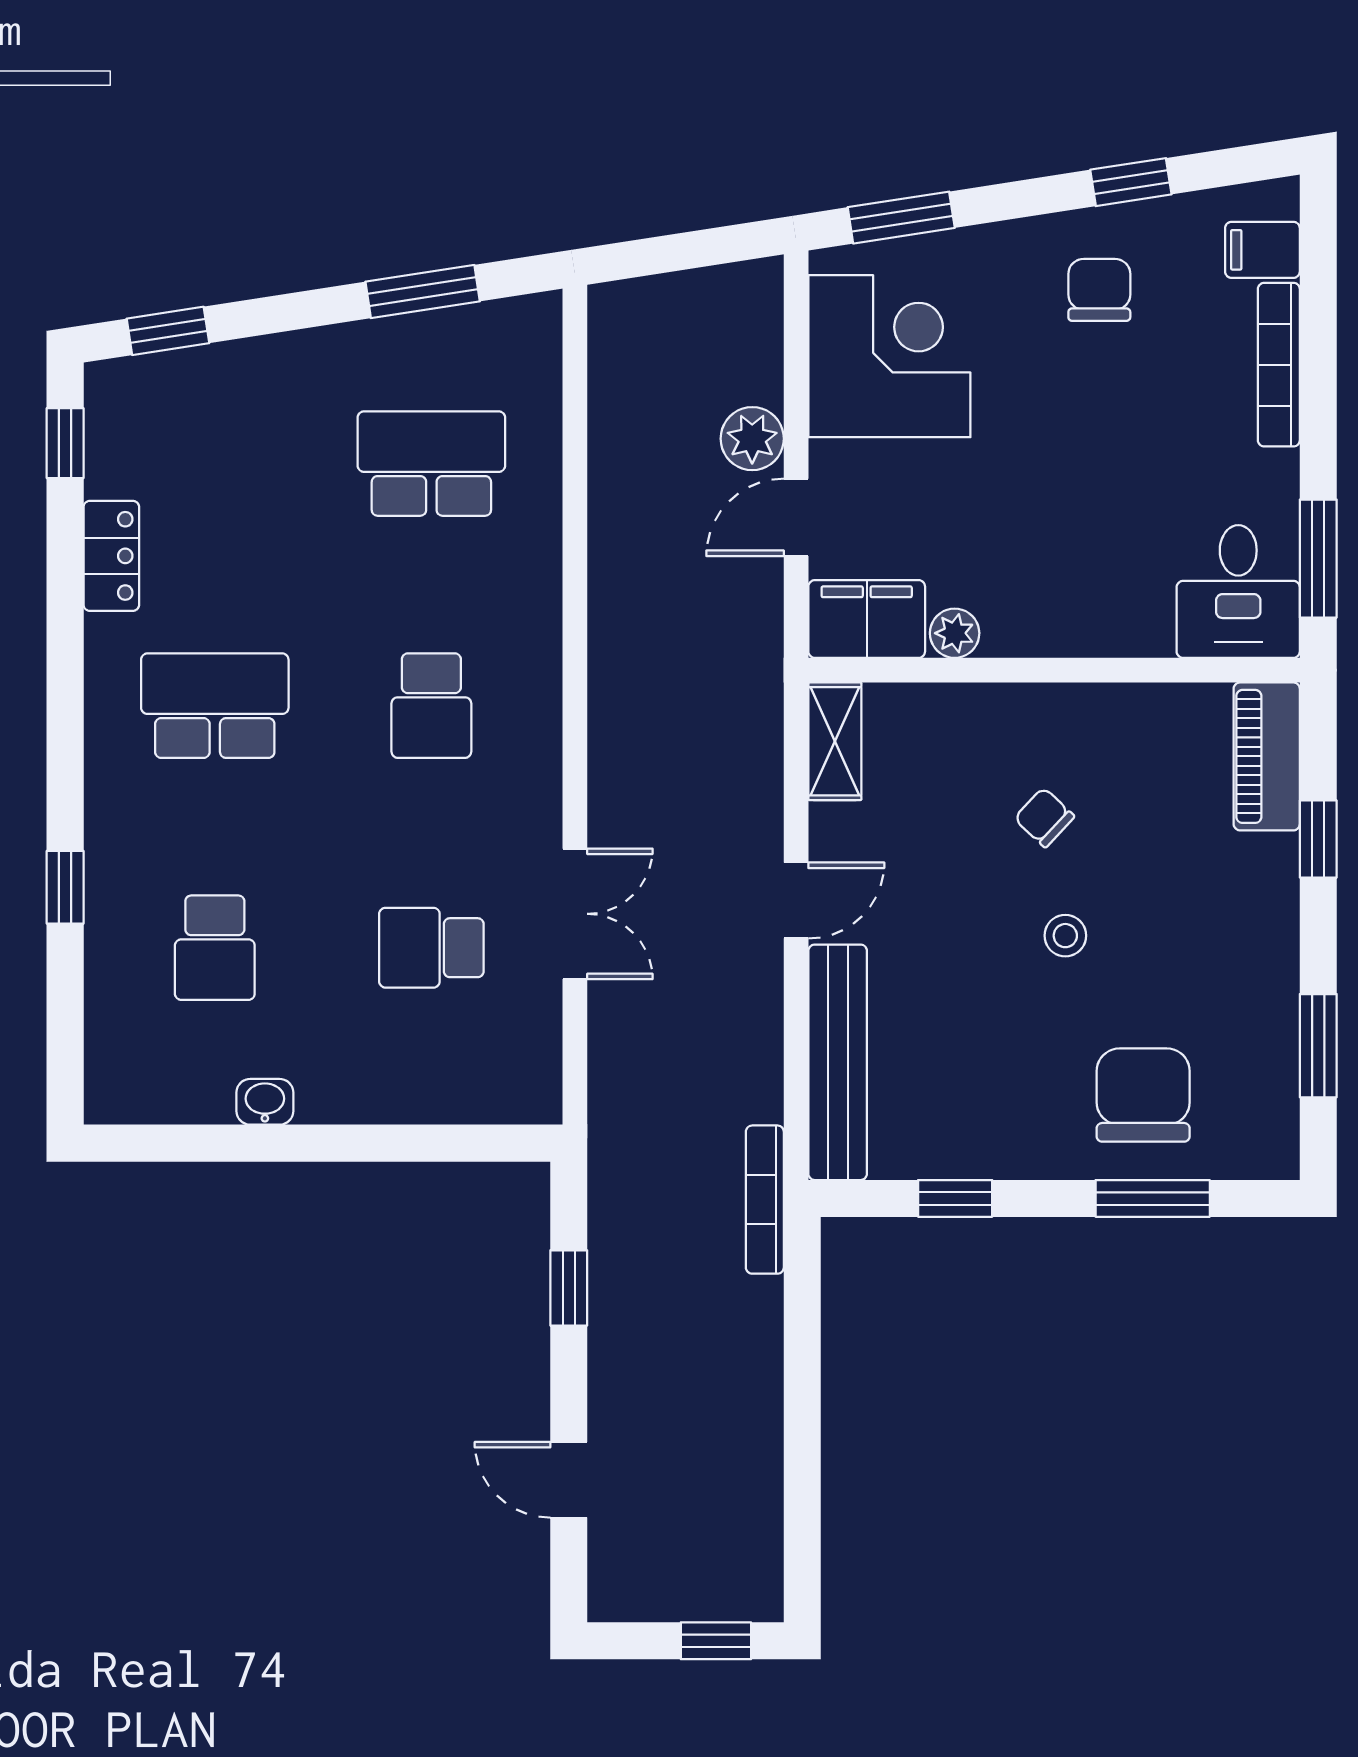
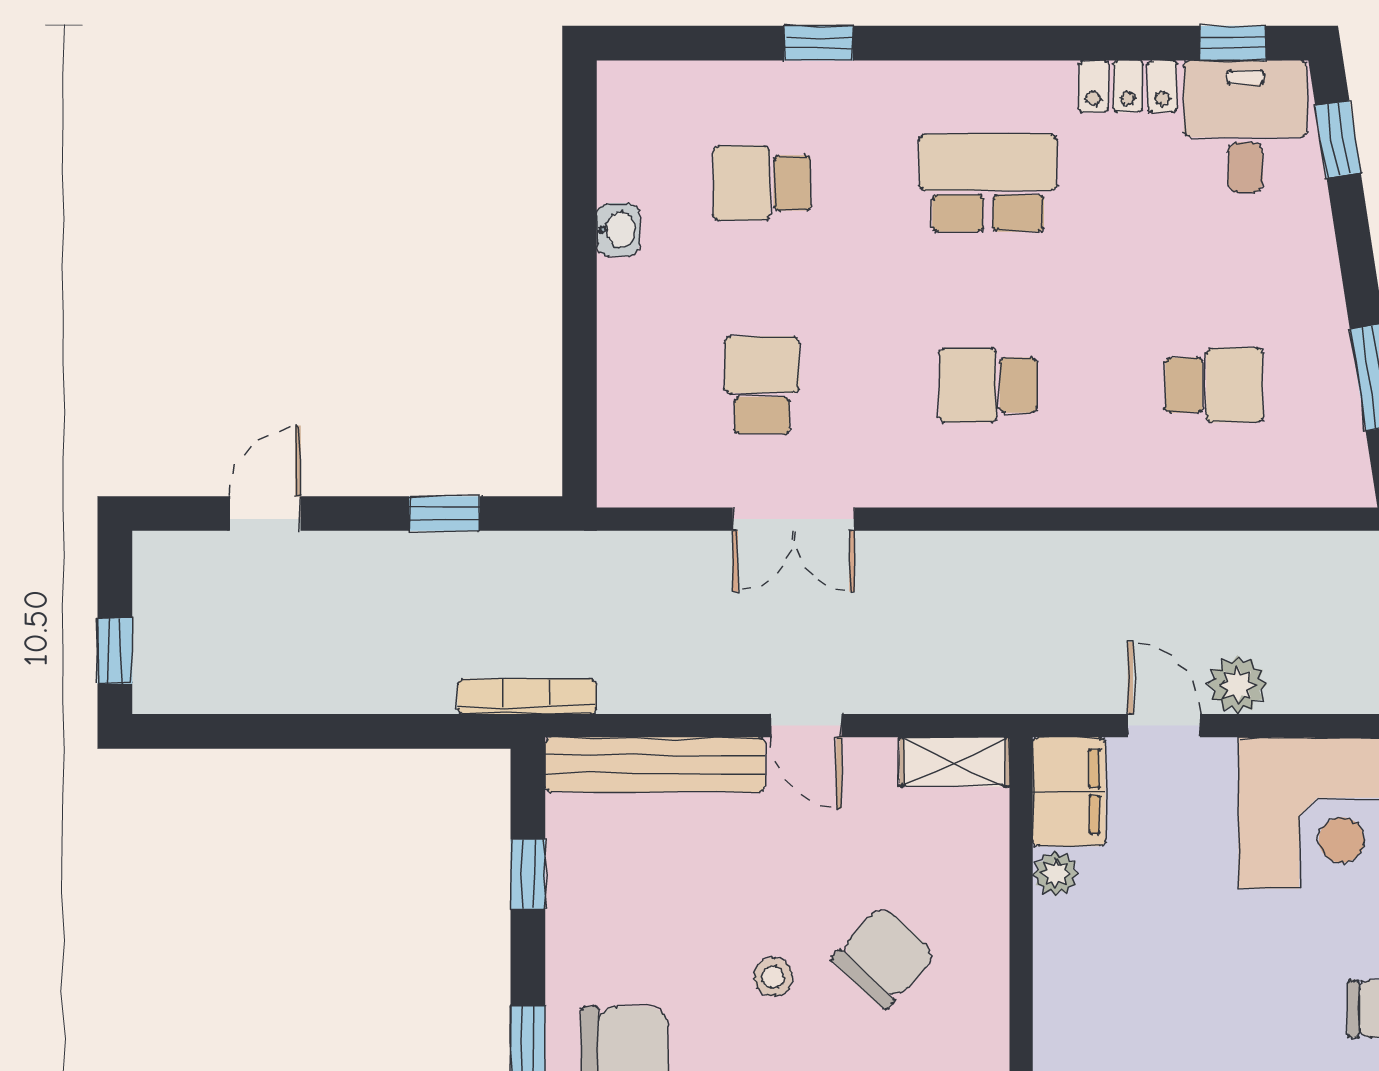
desk: (154, 430) -> (1245, 127), added
school desk: (431, 464) -> (1214, 385), width x0.54
school desk: (215, 706) -> (988, 183), turned -90
chair: (1044, 817) -> (884, 957), width x1.87, depth x1.87

